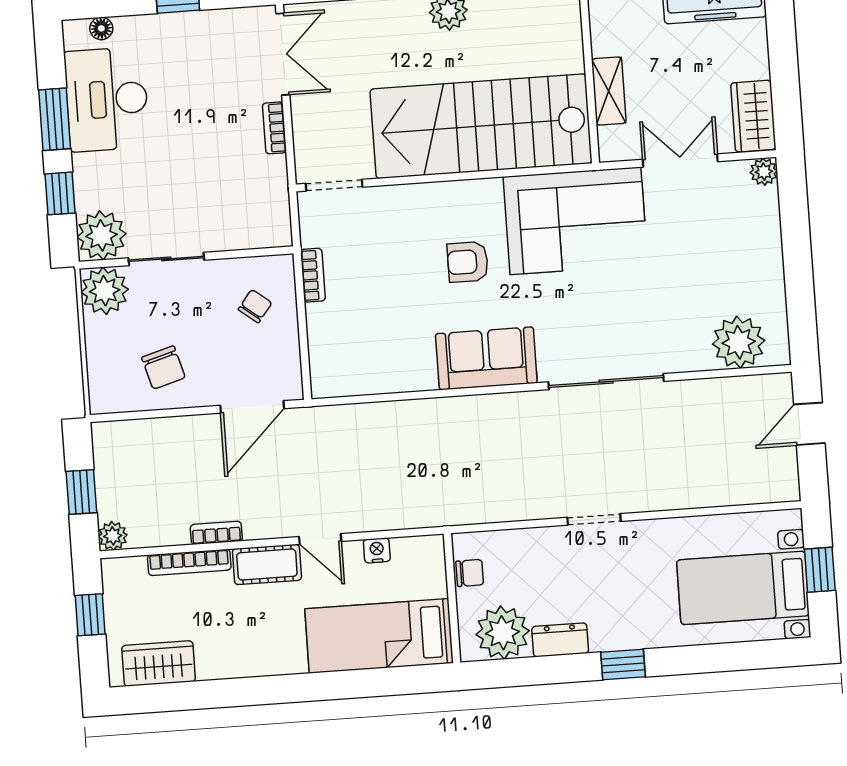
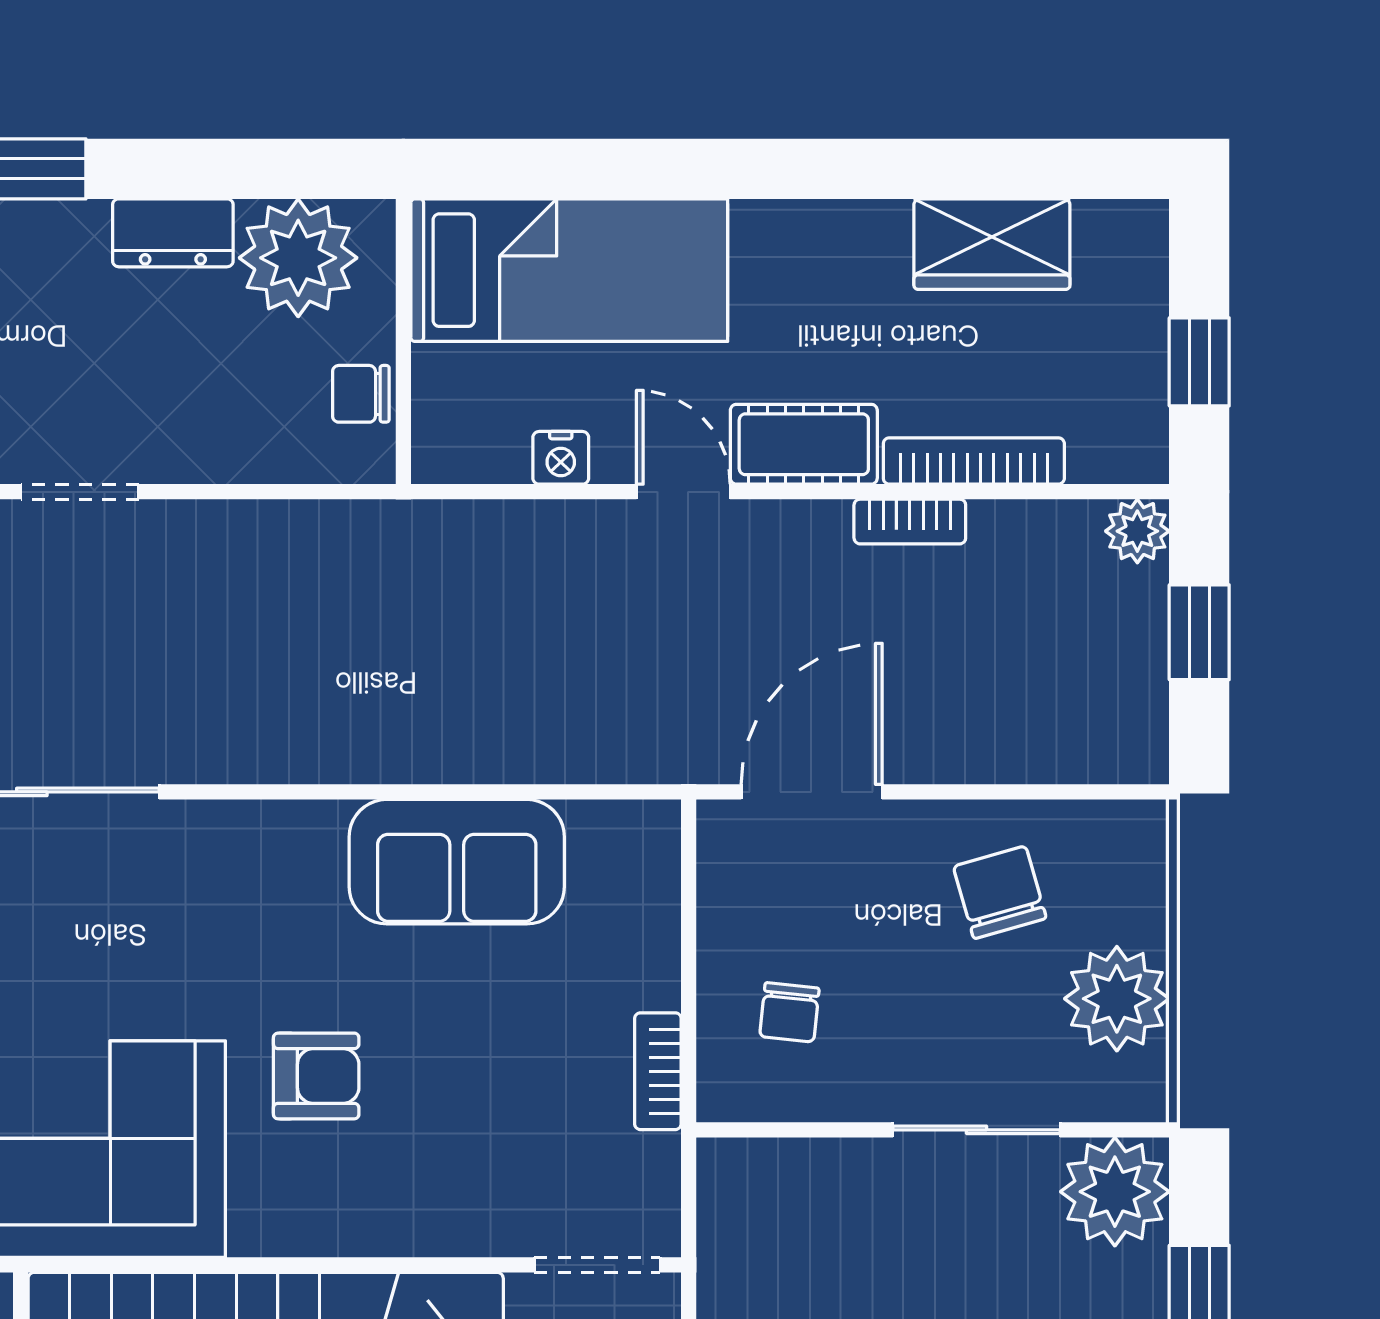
plant: (105, 291) -> (1117, 999), moved
chair: (255, 306) -> (789, 1012), turned -32
sofa: (486, 358) -> (457, 862), moved
wardrobe: (159, 664) -> (992, 244), moved

